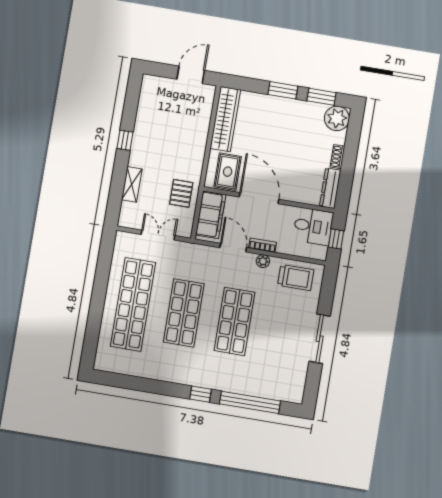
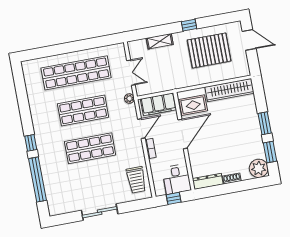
door: (191, 75) -> (249, 40), moved
pallet: (181, 193) -> (209, 50), moved, width x2.05, depth x2.00
plant: (263, 261) -> (129, 99), moved

